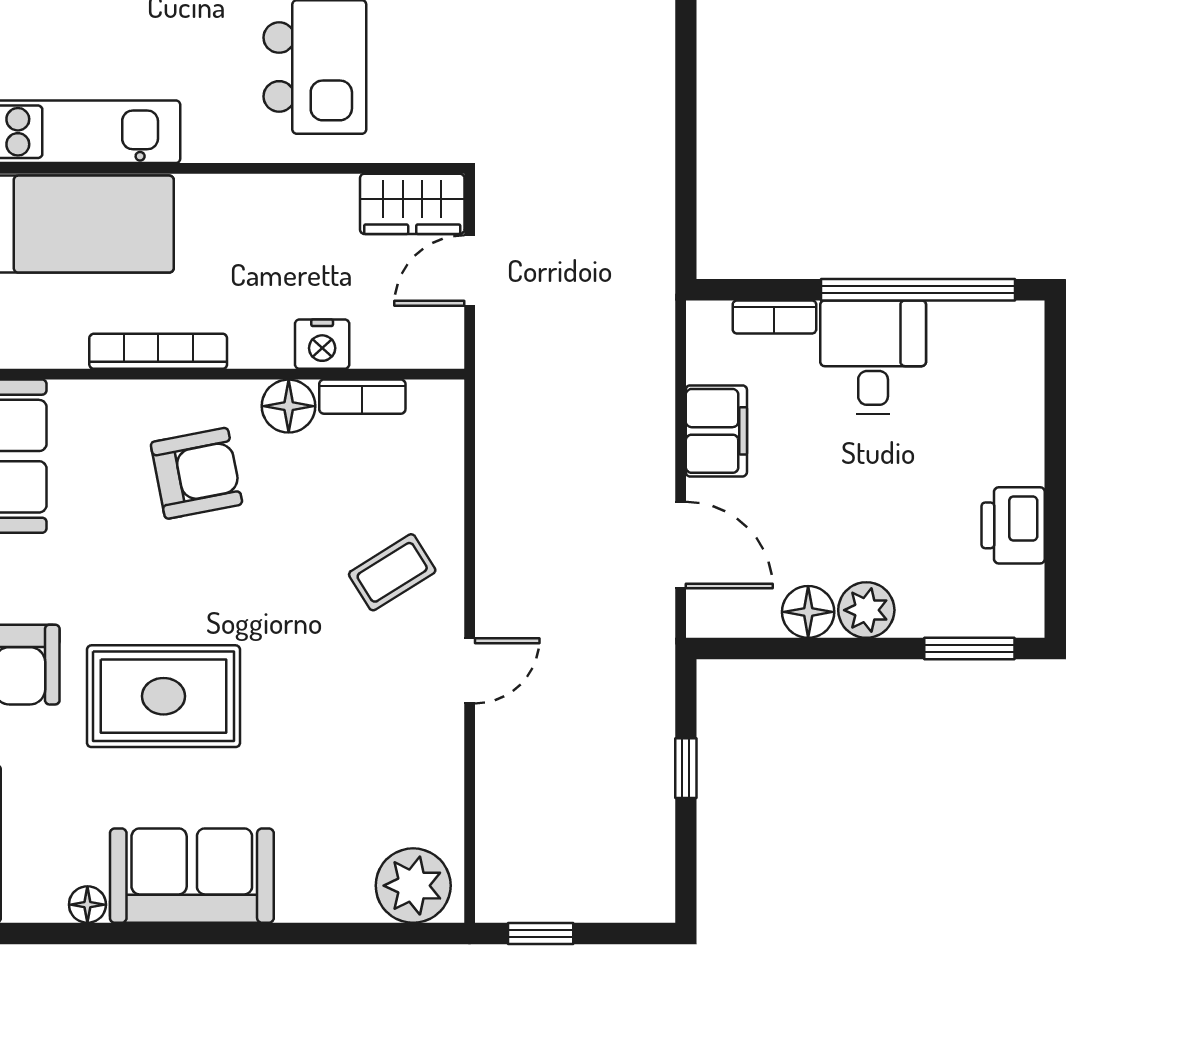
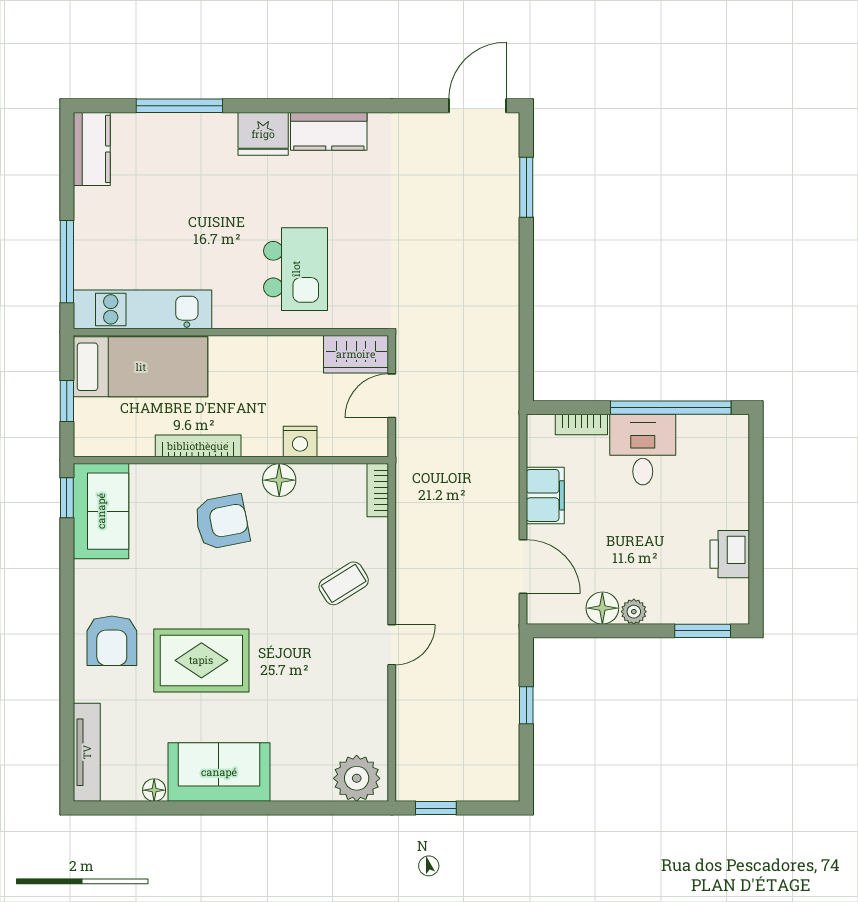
bookcase: (362, 397) -> (378, 490), moved, turned 90
plant: (866, 610) -> (634, 612), width x0.73, depth x0.73

